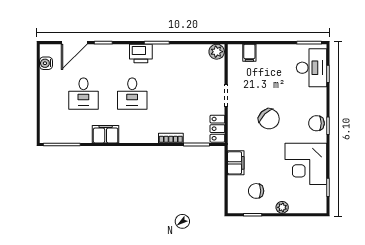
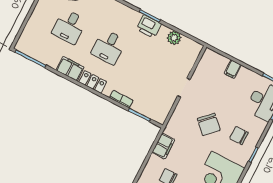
plant: (217, 52) -> (174, 38), moved
printer: (141, 53) -> (149, 27), moved
filing cabinet: (249, 53) -> (233, 69), moved
chair: (316, 123) -> (239, 135), moved
locker: (217, 129) -> (93, 82), moved, turned 90

